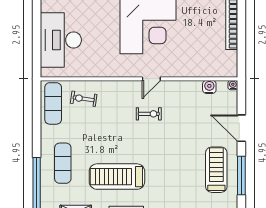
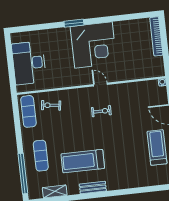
door: (151, 79) -> (100, 85), swing flipped
water cooler: (209, 87) -> (145, 86), removed

